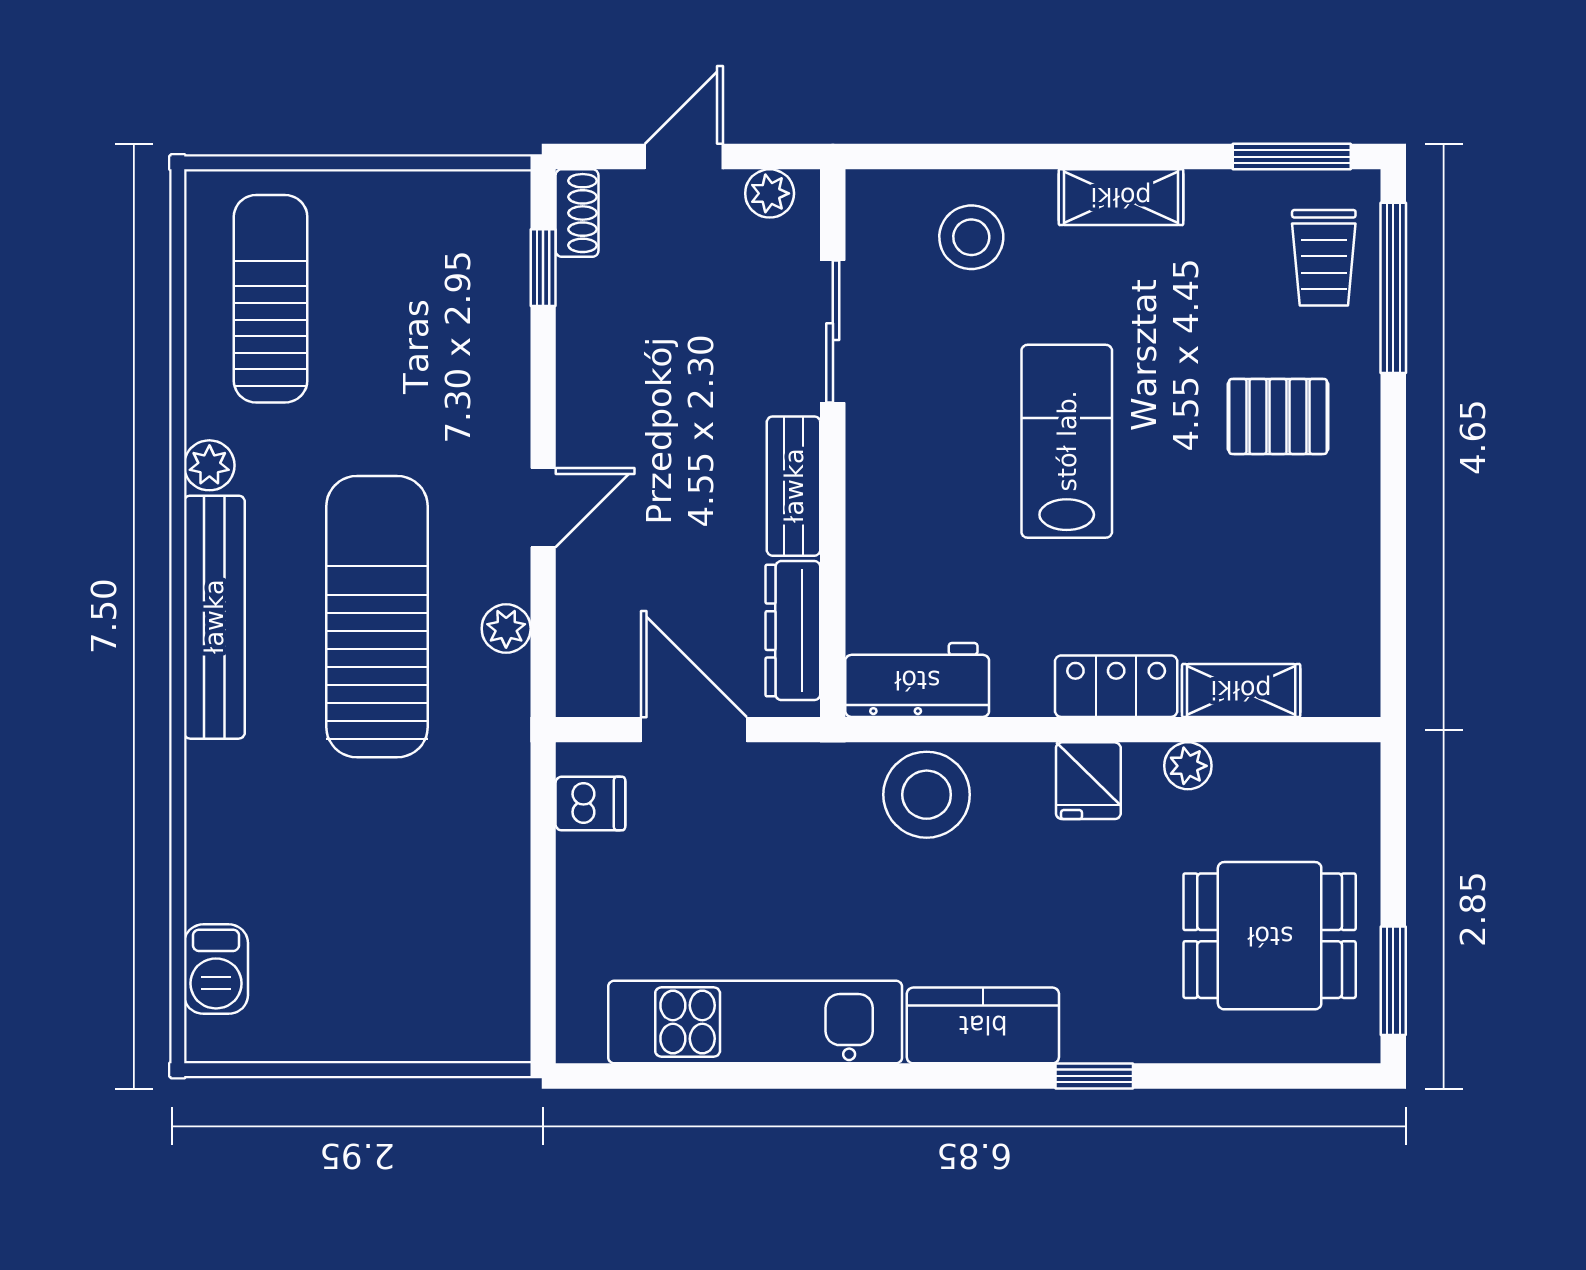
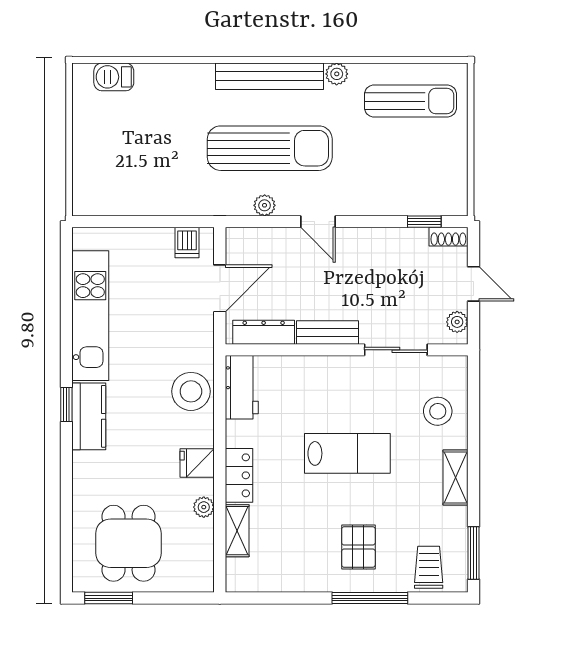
trolley: (1324, 258) -> (429, 567), turned 90
window: (1393, 288) -> (370, 598), moved
window: (1094, 1076) -> (66, 405), moved

